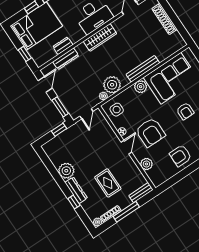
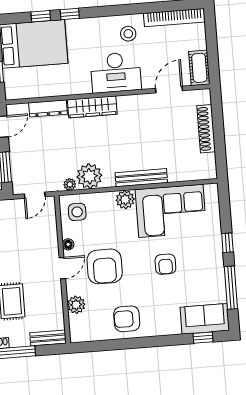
wardrobe: (100, 37) -> (92, 107), moved
dresser: (63, 46) -> (54, 89), removed

